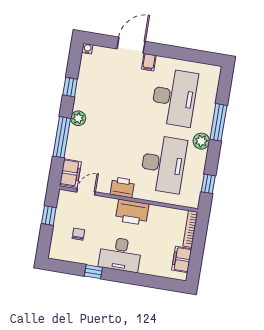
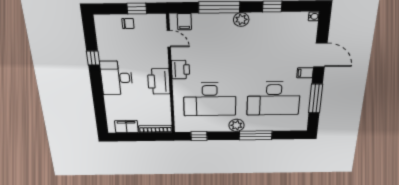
window: (182, 54) -> (316, 99), added
filing cabinet: (71, 173) -> (184, 22), width x0.50
chair: (78, 234) -> (128, 23), moved

